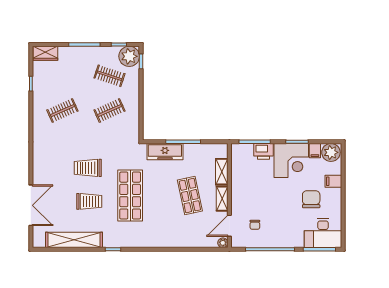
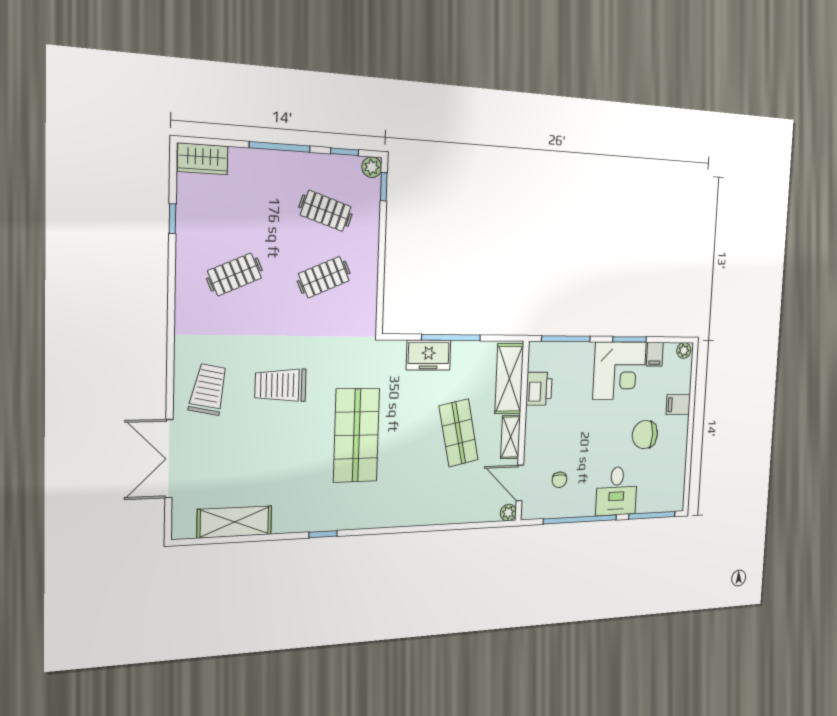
plant: (129, 56) -> (372, 167), width x0.53, depth x0.53
printer: (264, 151) -> (539, 389), moved, turned -90
freezer: (165, 152) -> (429, 355), width x0.71
plant: (331, 152) -> (684, 350), width x0.53, depth x0.53
shelving: (222, 172) -> (509, 379), width x1.50, depth x1.33
chair: (311, 199) -> (645, 435), turned -90
trolley: (89, 201) -> (208, 389), moved, turned -79
double door: (31, 205) -> (169, 459), swing flipped
door: (229, 226) -> (520, 483), hinge flipped
desk: (323, 233) -> (616, 491), moved, width x0.73
shelving: (74, 240) -> (235, 522), width x0.68

